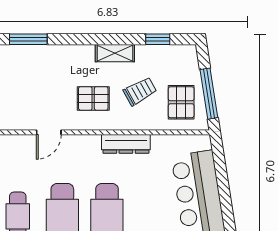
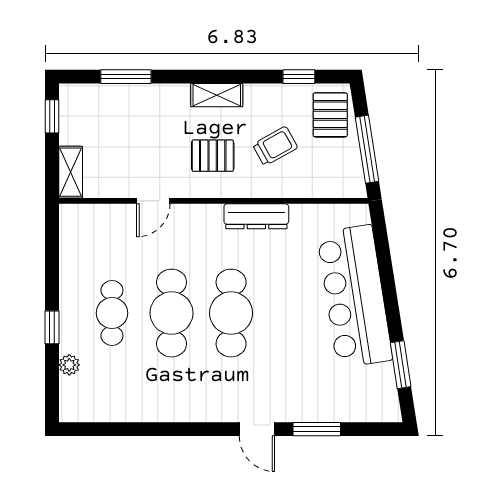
shelving: (115, 53) -> (217, 95), moved
pallet: (181, 102) -> (330, 115), moved

